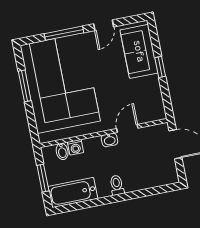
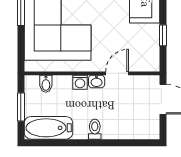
window: (160, 67) -> (163, 35), moved
washing machine: (75, 147) -> (80, 82), moved

